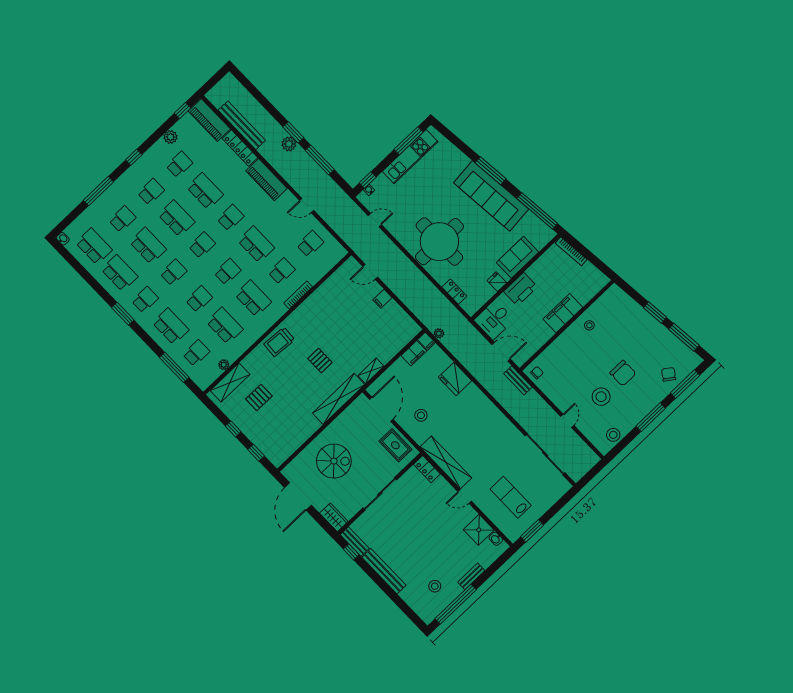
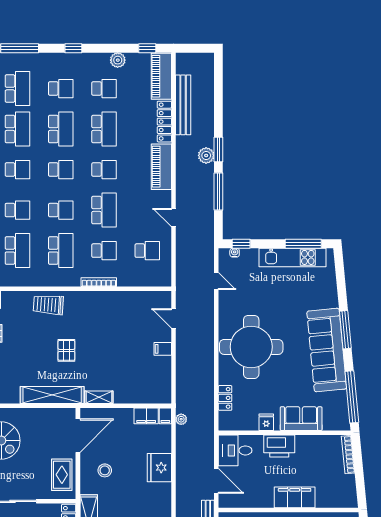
school desk: (122, 219) -> (17, 89), width x1.85

